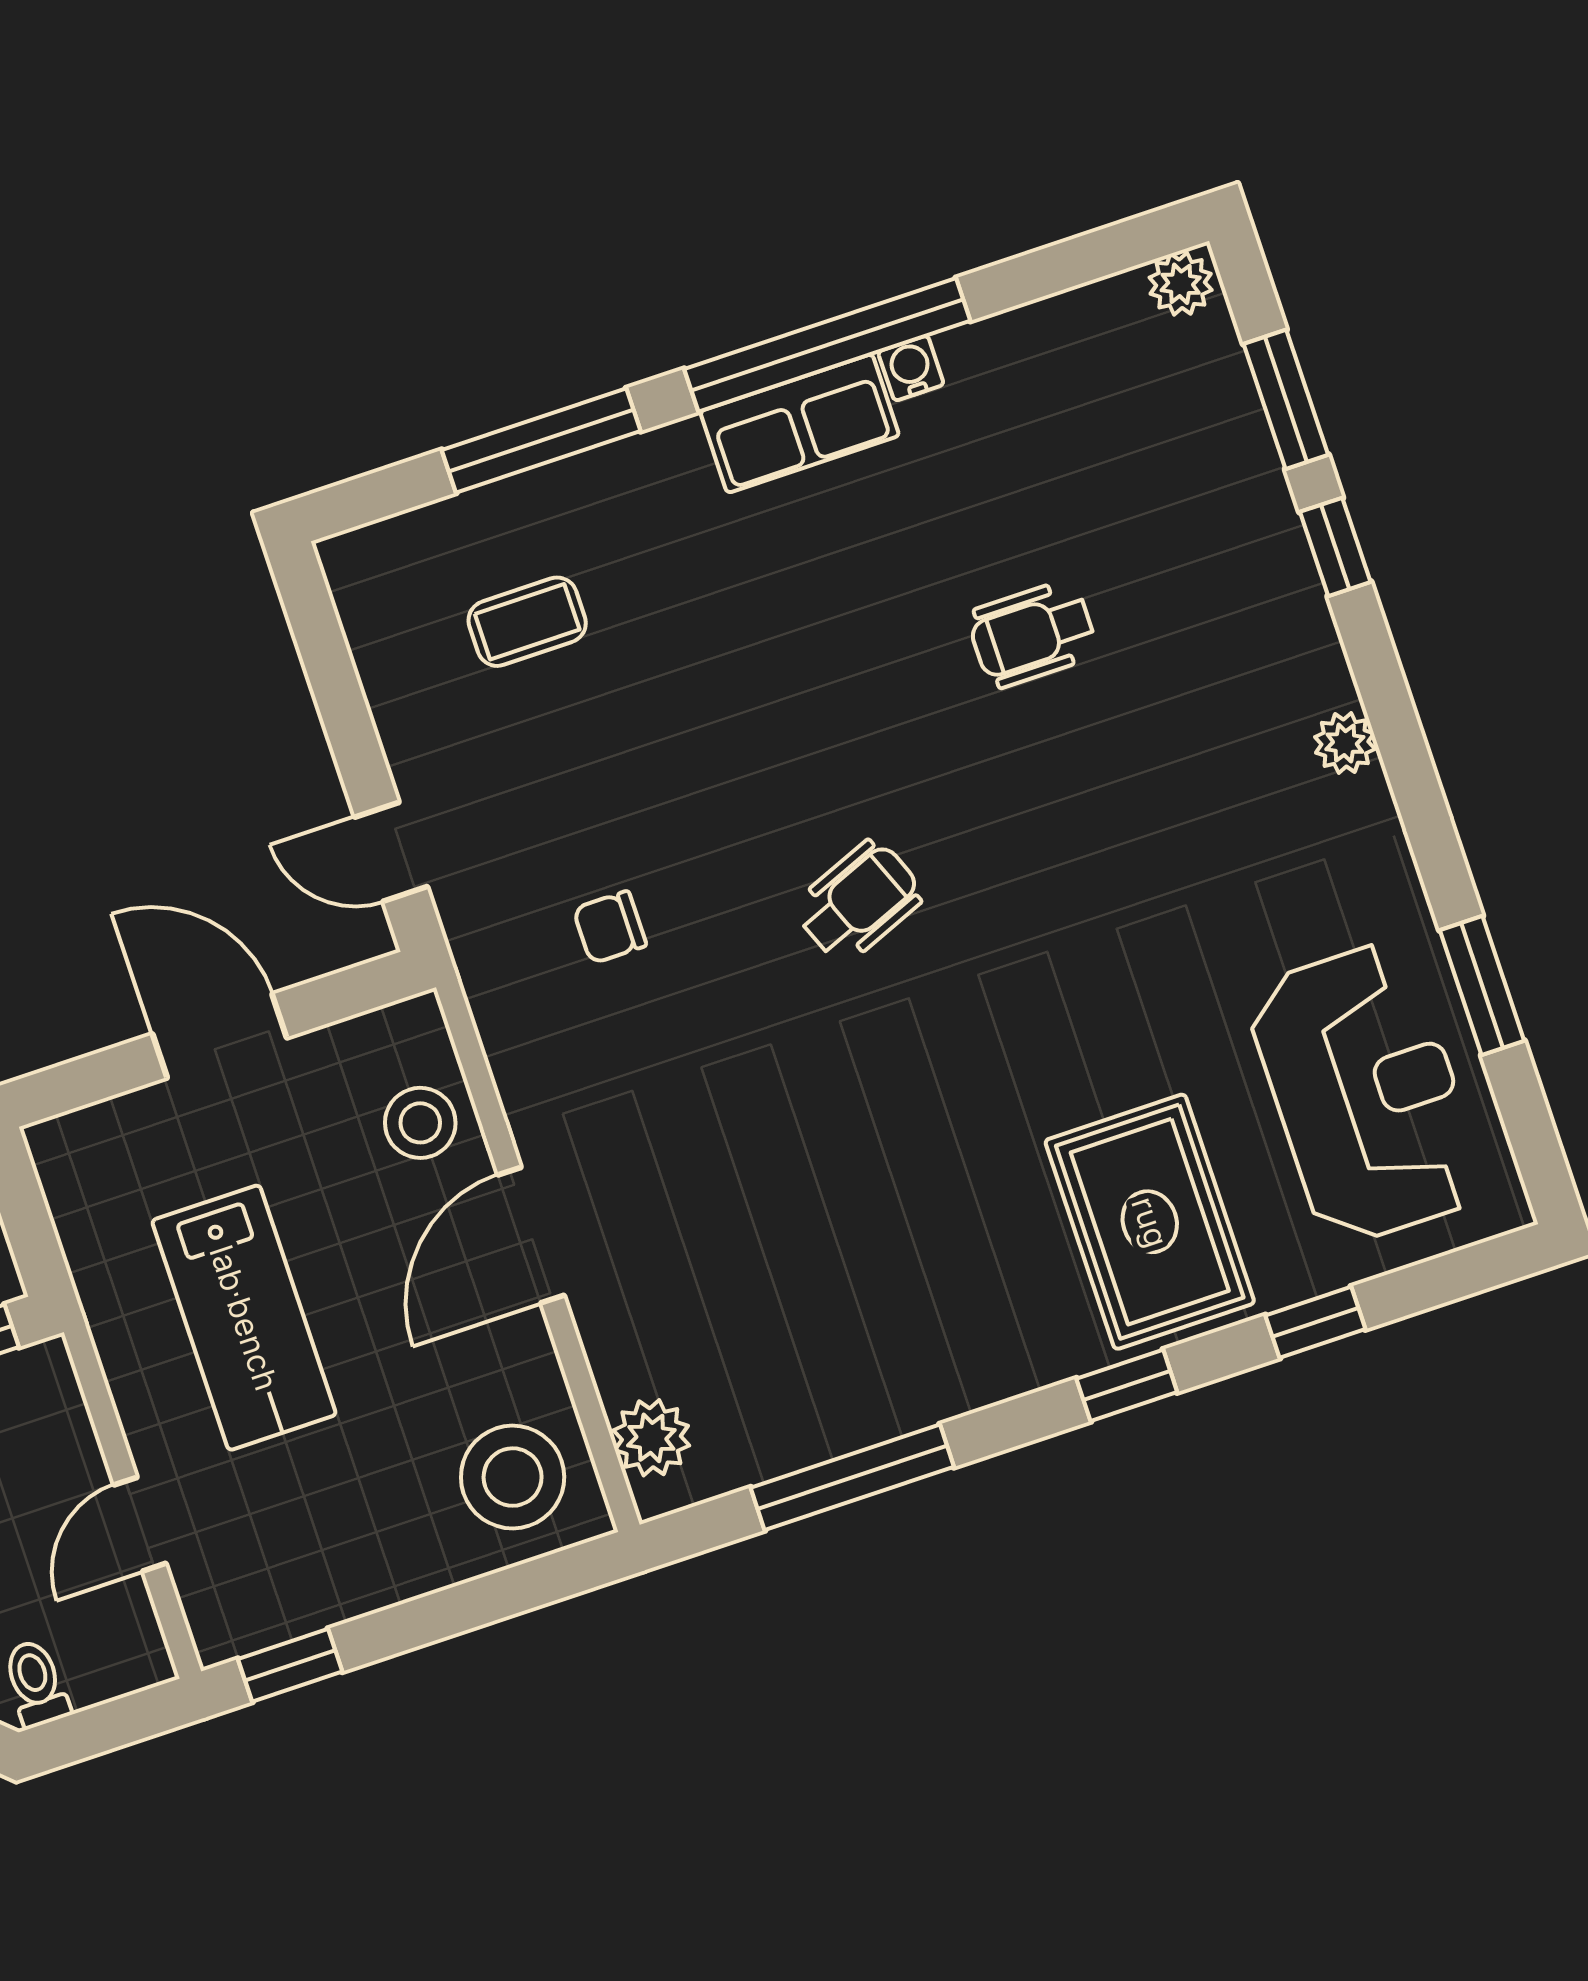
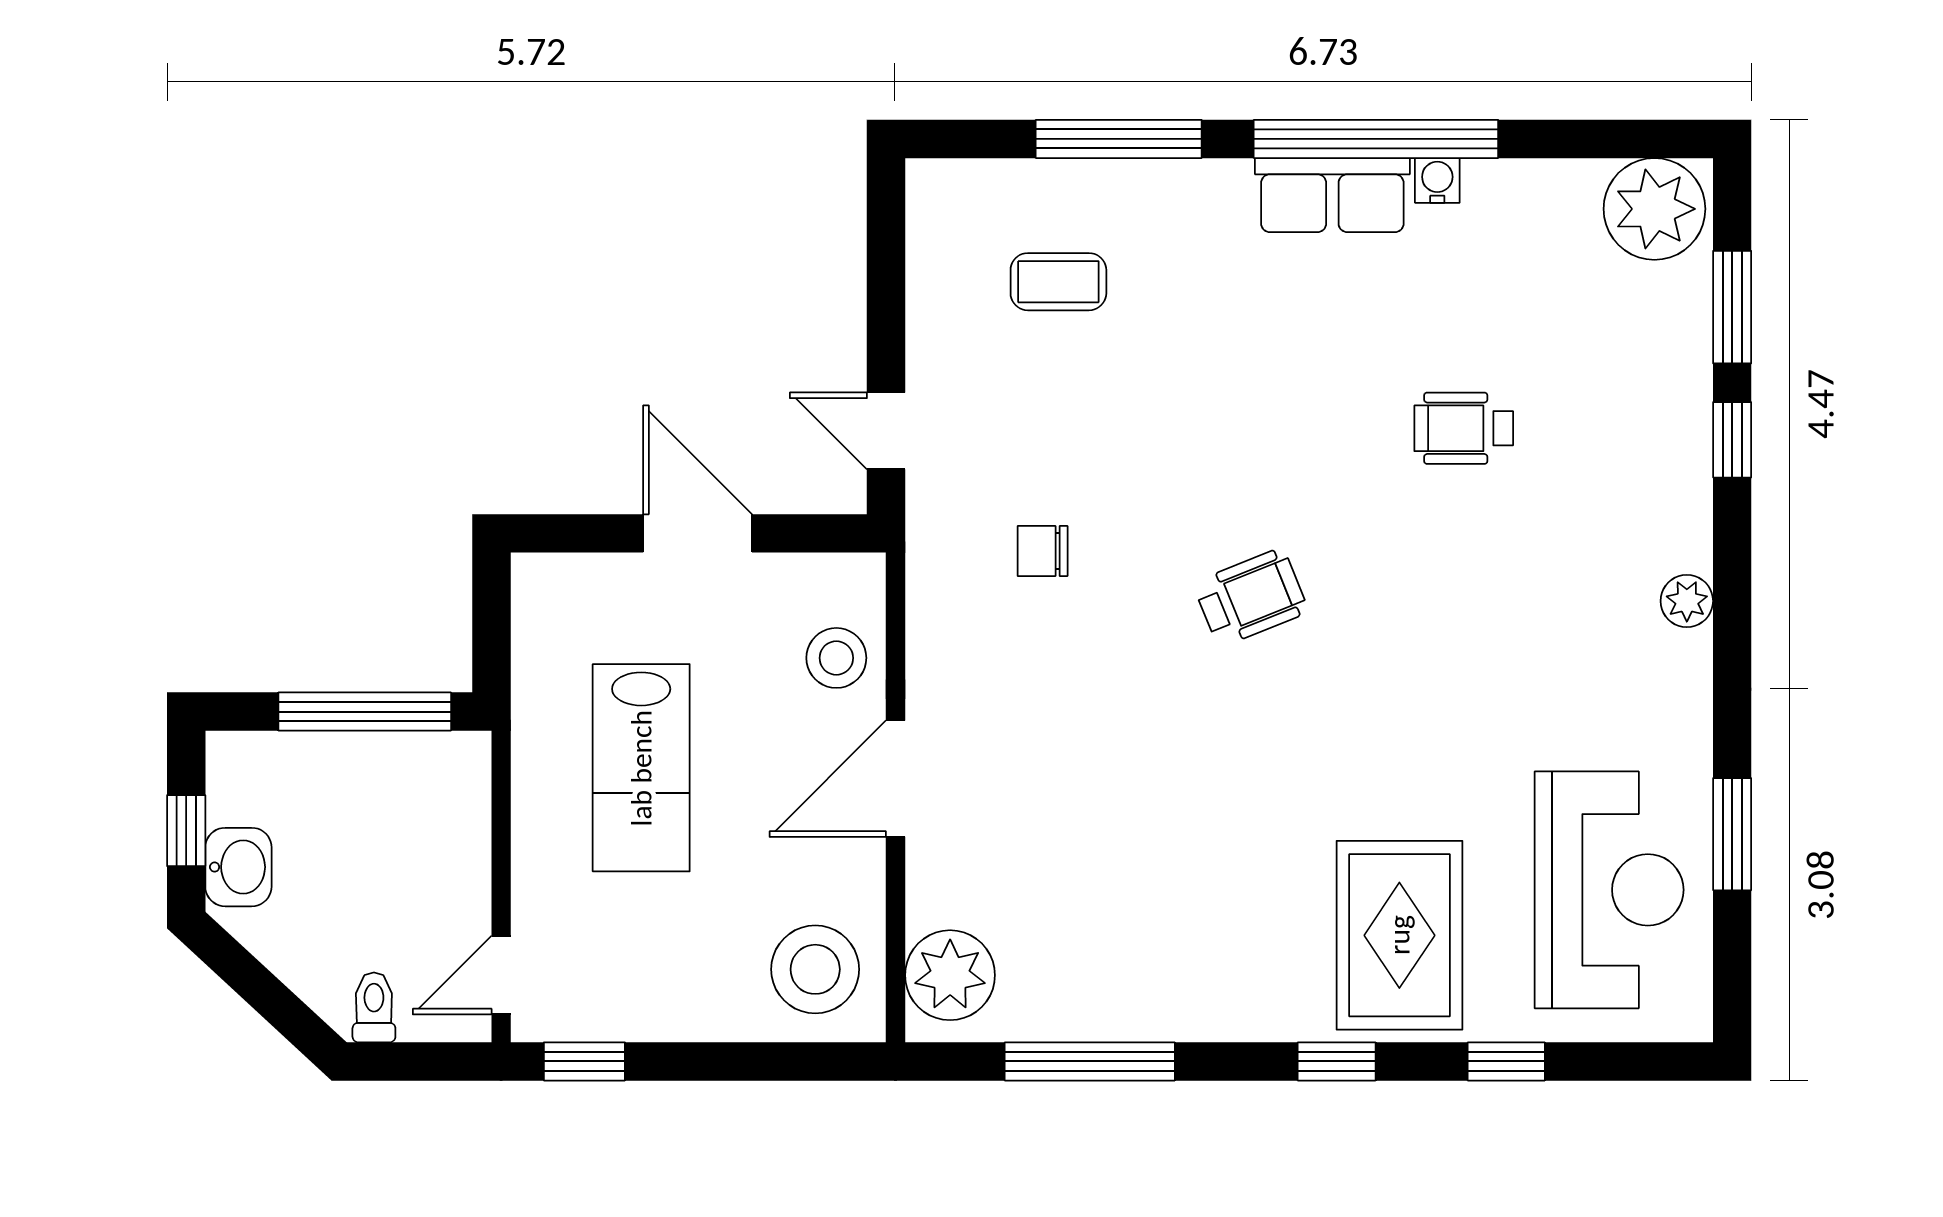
plant: (1181, 284) -> (1654, 209), width x1.88, depth x1.88
plant: (651, 1438) -> (950, 975), width x1.36, depth x1.36
door: (140, 1524) -> (501, 975), moved

